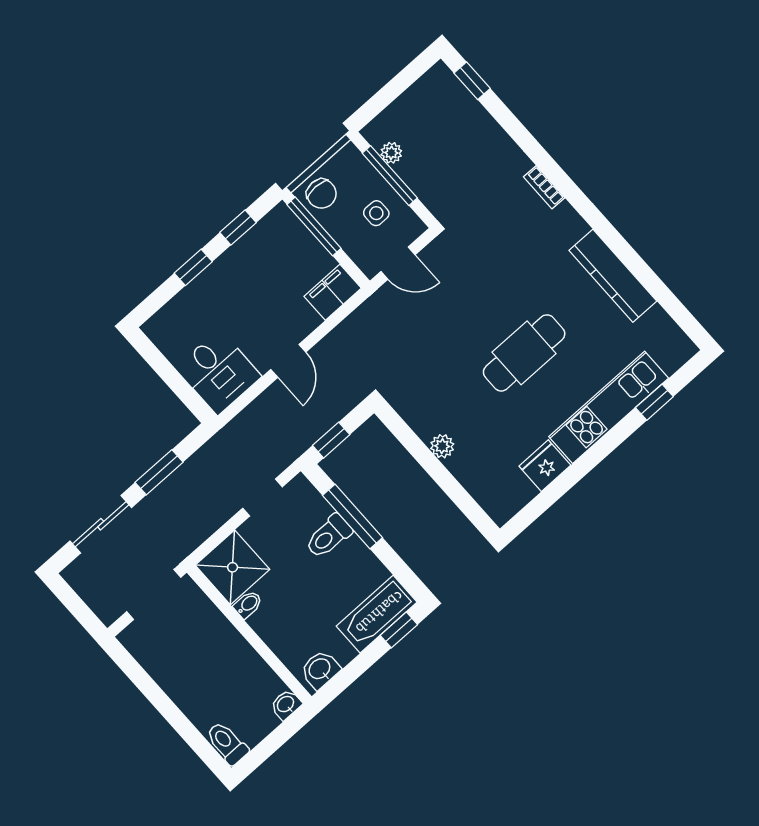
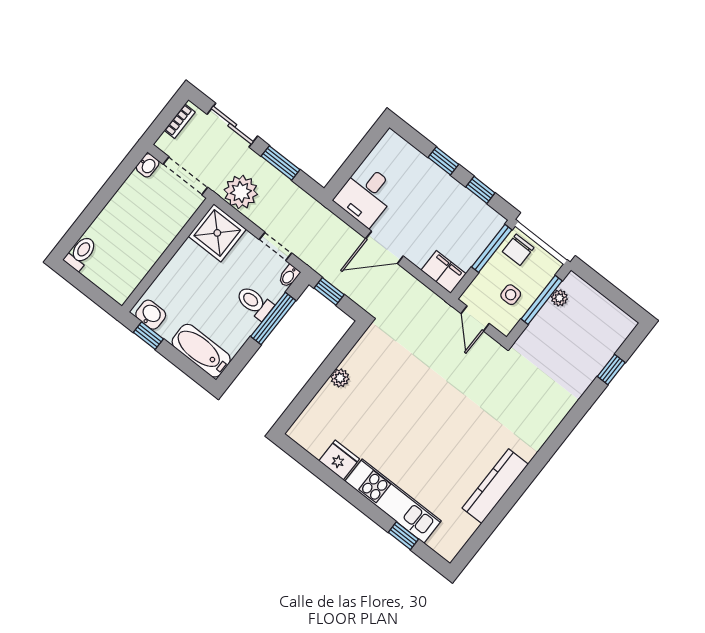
window: (472, 81) -> (611, 369), moved
bookcase: (544, 187) -> (180, 121), moved, turned 180
cafe table: (524, 353) -> (423, 428), removed
door: (288, 361) -> (384, 247), width x1.38
plant: (187, 529) -> (241, 192), added
bidet: (248, 604) -> (289, 276), moved, turned 90
window: (399, 630) -> (148, 336), moved
washbasin: (286, 705) -> (148, 165), moved, turned 90

